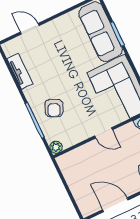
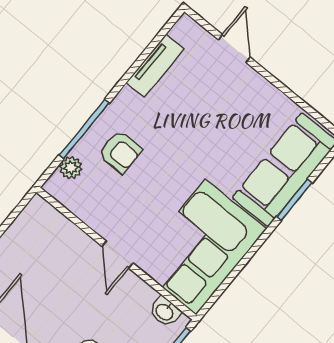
armchair: (54, 108) -> (120, 152), turned -115
plant: (56, 147) -> (71, 168), moved

